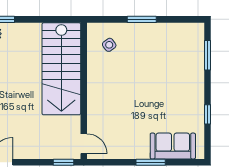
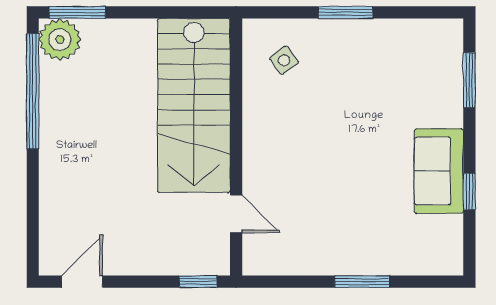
door: (84, 144) -> (236, 214), moved
sofa: (173, 146) -> (439, 171), moved, turned -90

